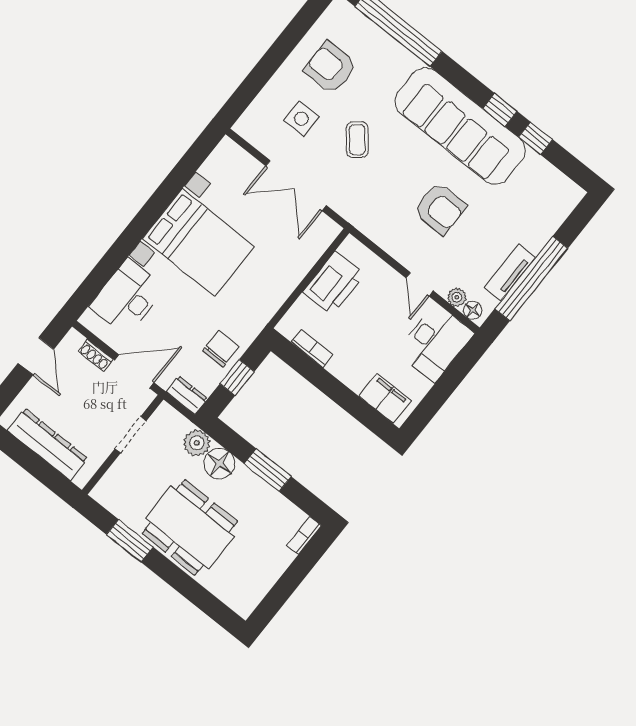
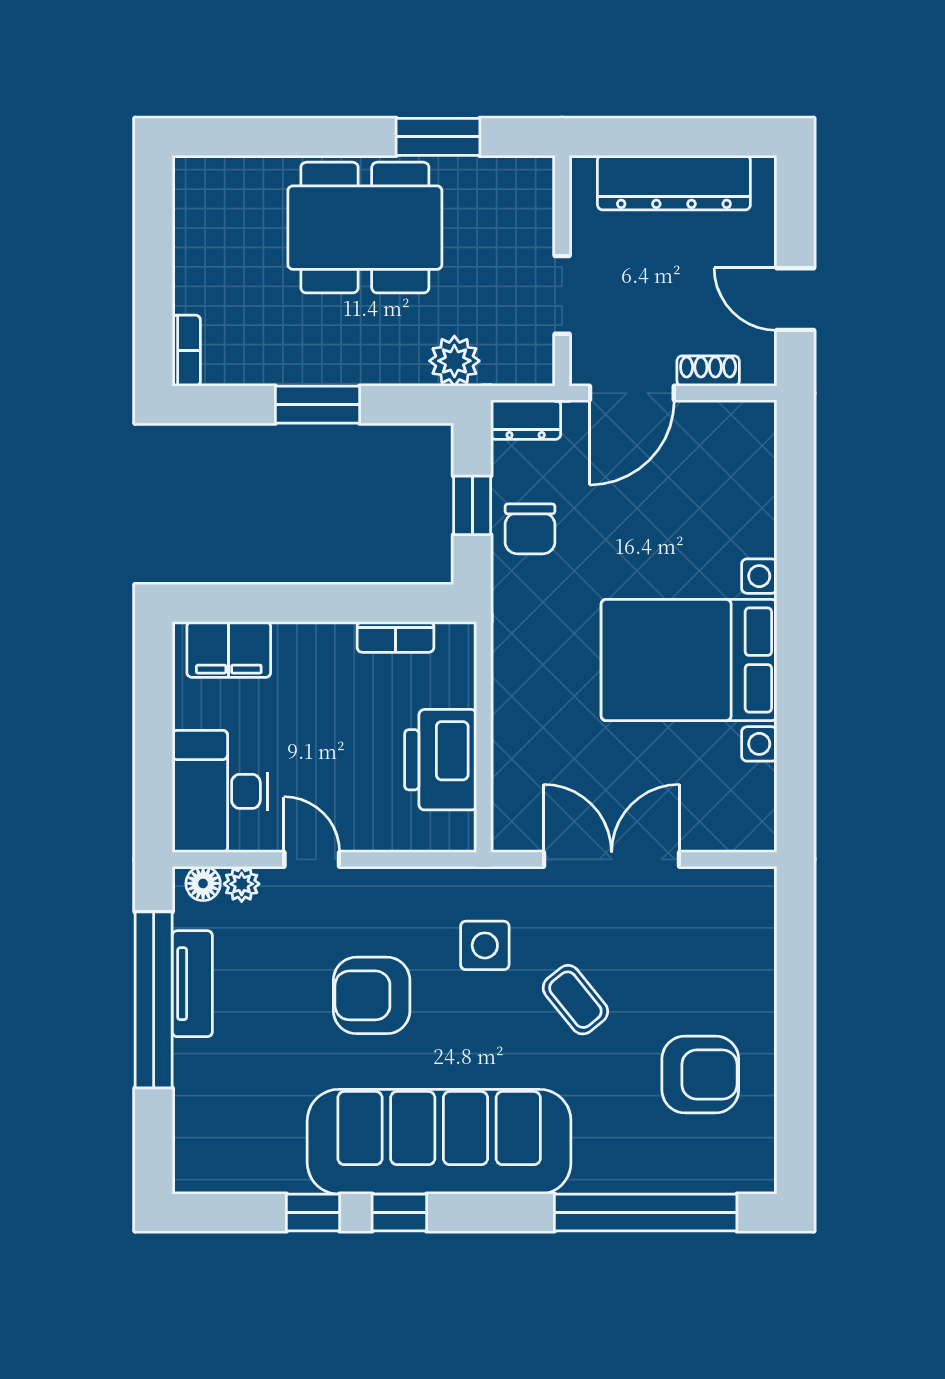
side table: (301, 119) -> (485, 945), moved
desk: (127, 297) -> (730, 495), removed
floor lamp: (219, 464) -> (397, 357), removed

